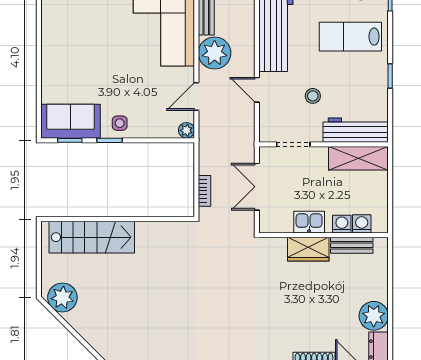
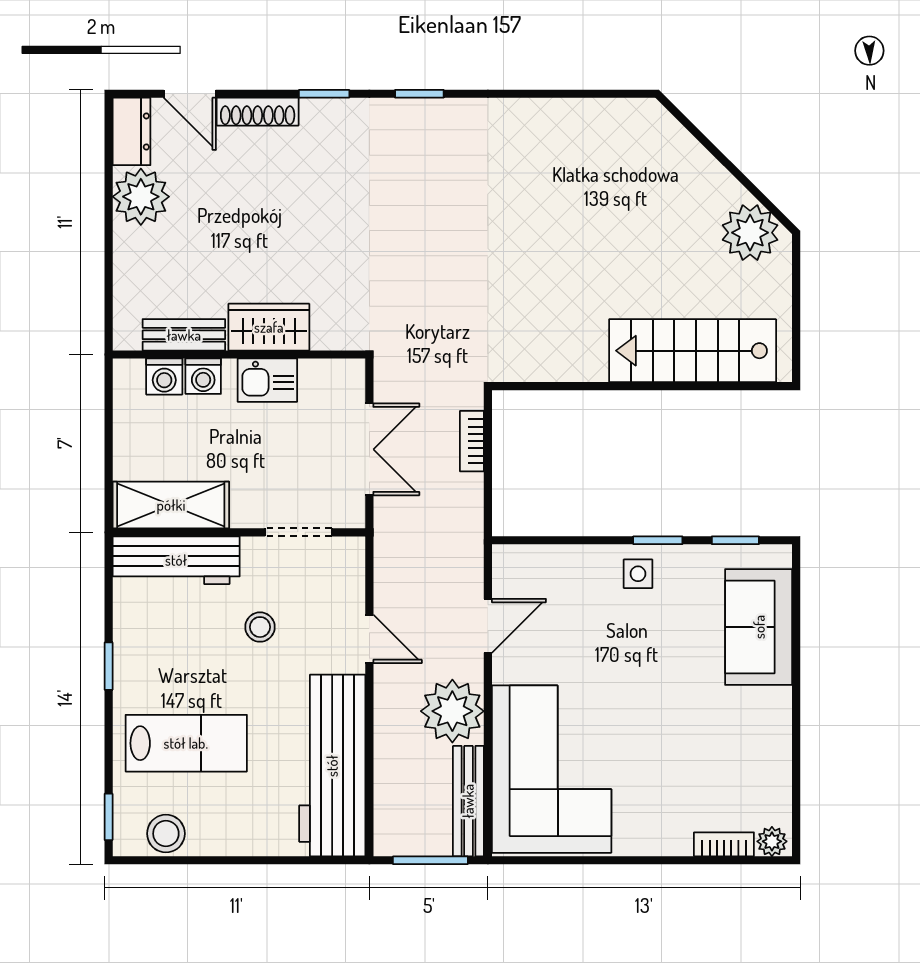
sofa: (71, 121) -> (759, 627), moved, turned 90
plant: (186, 130) -> (507, 560), removed

